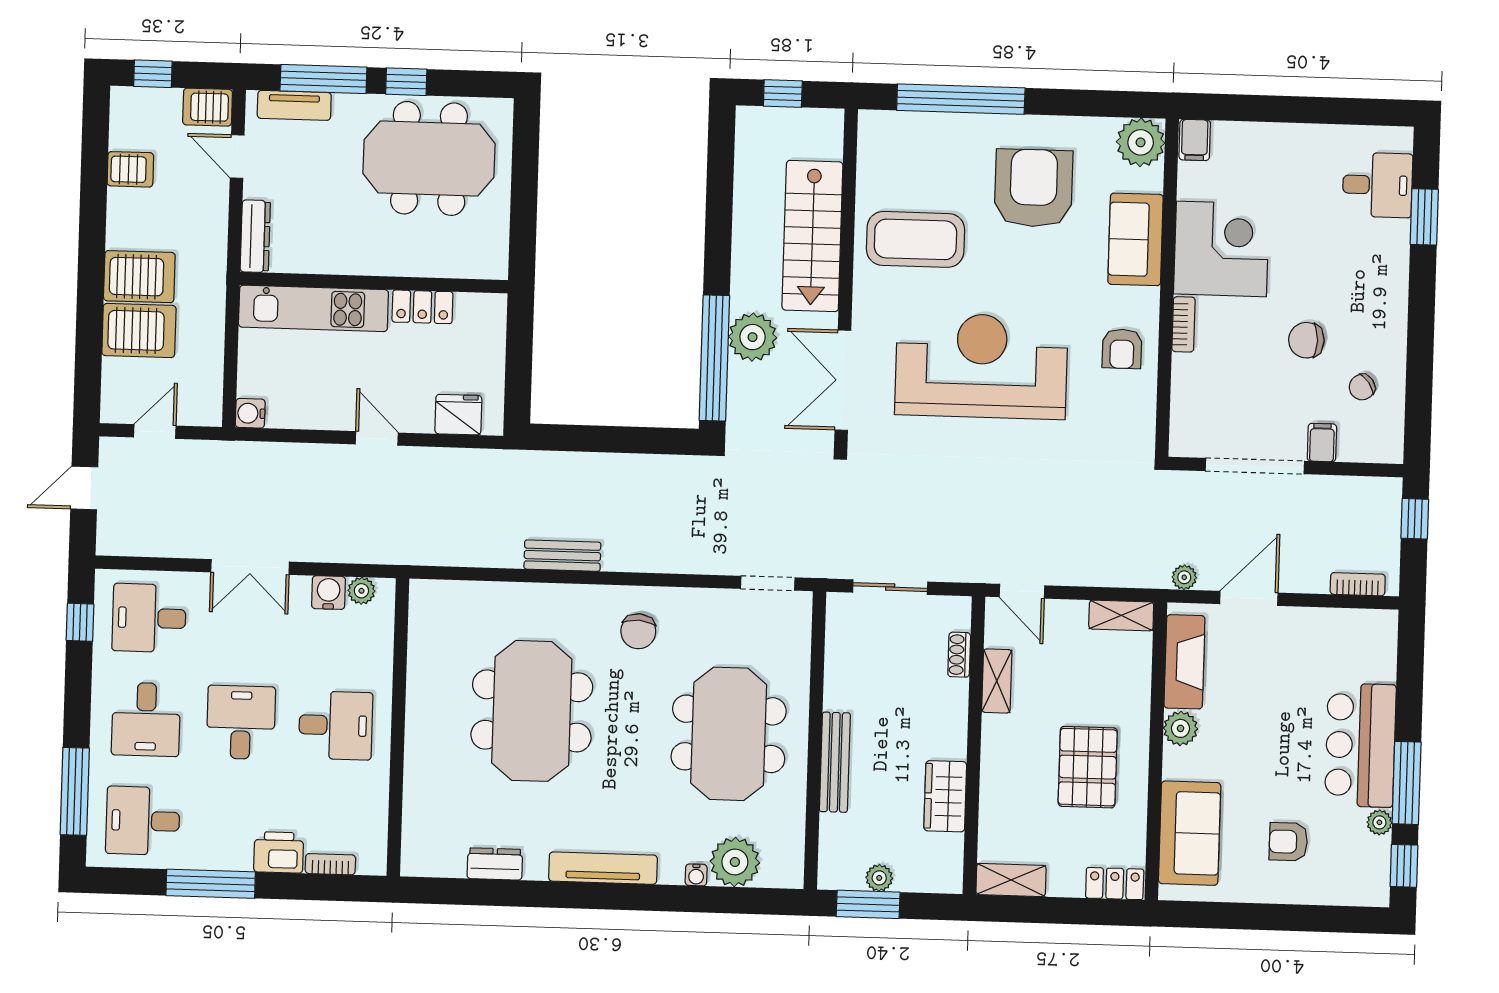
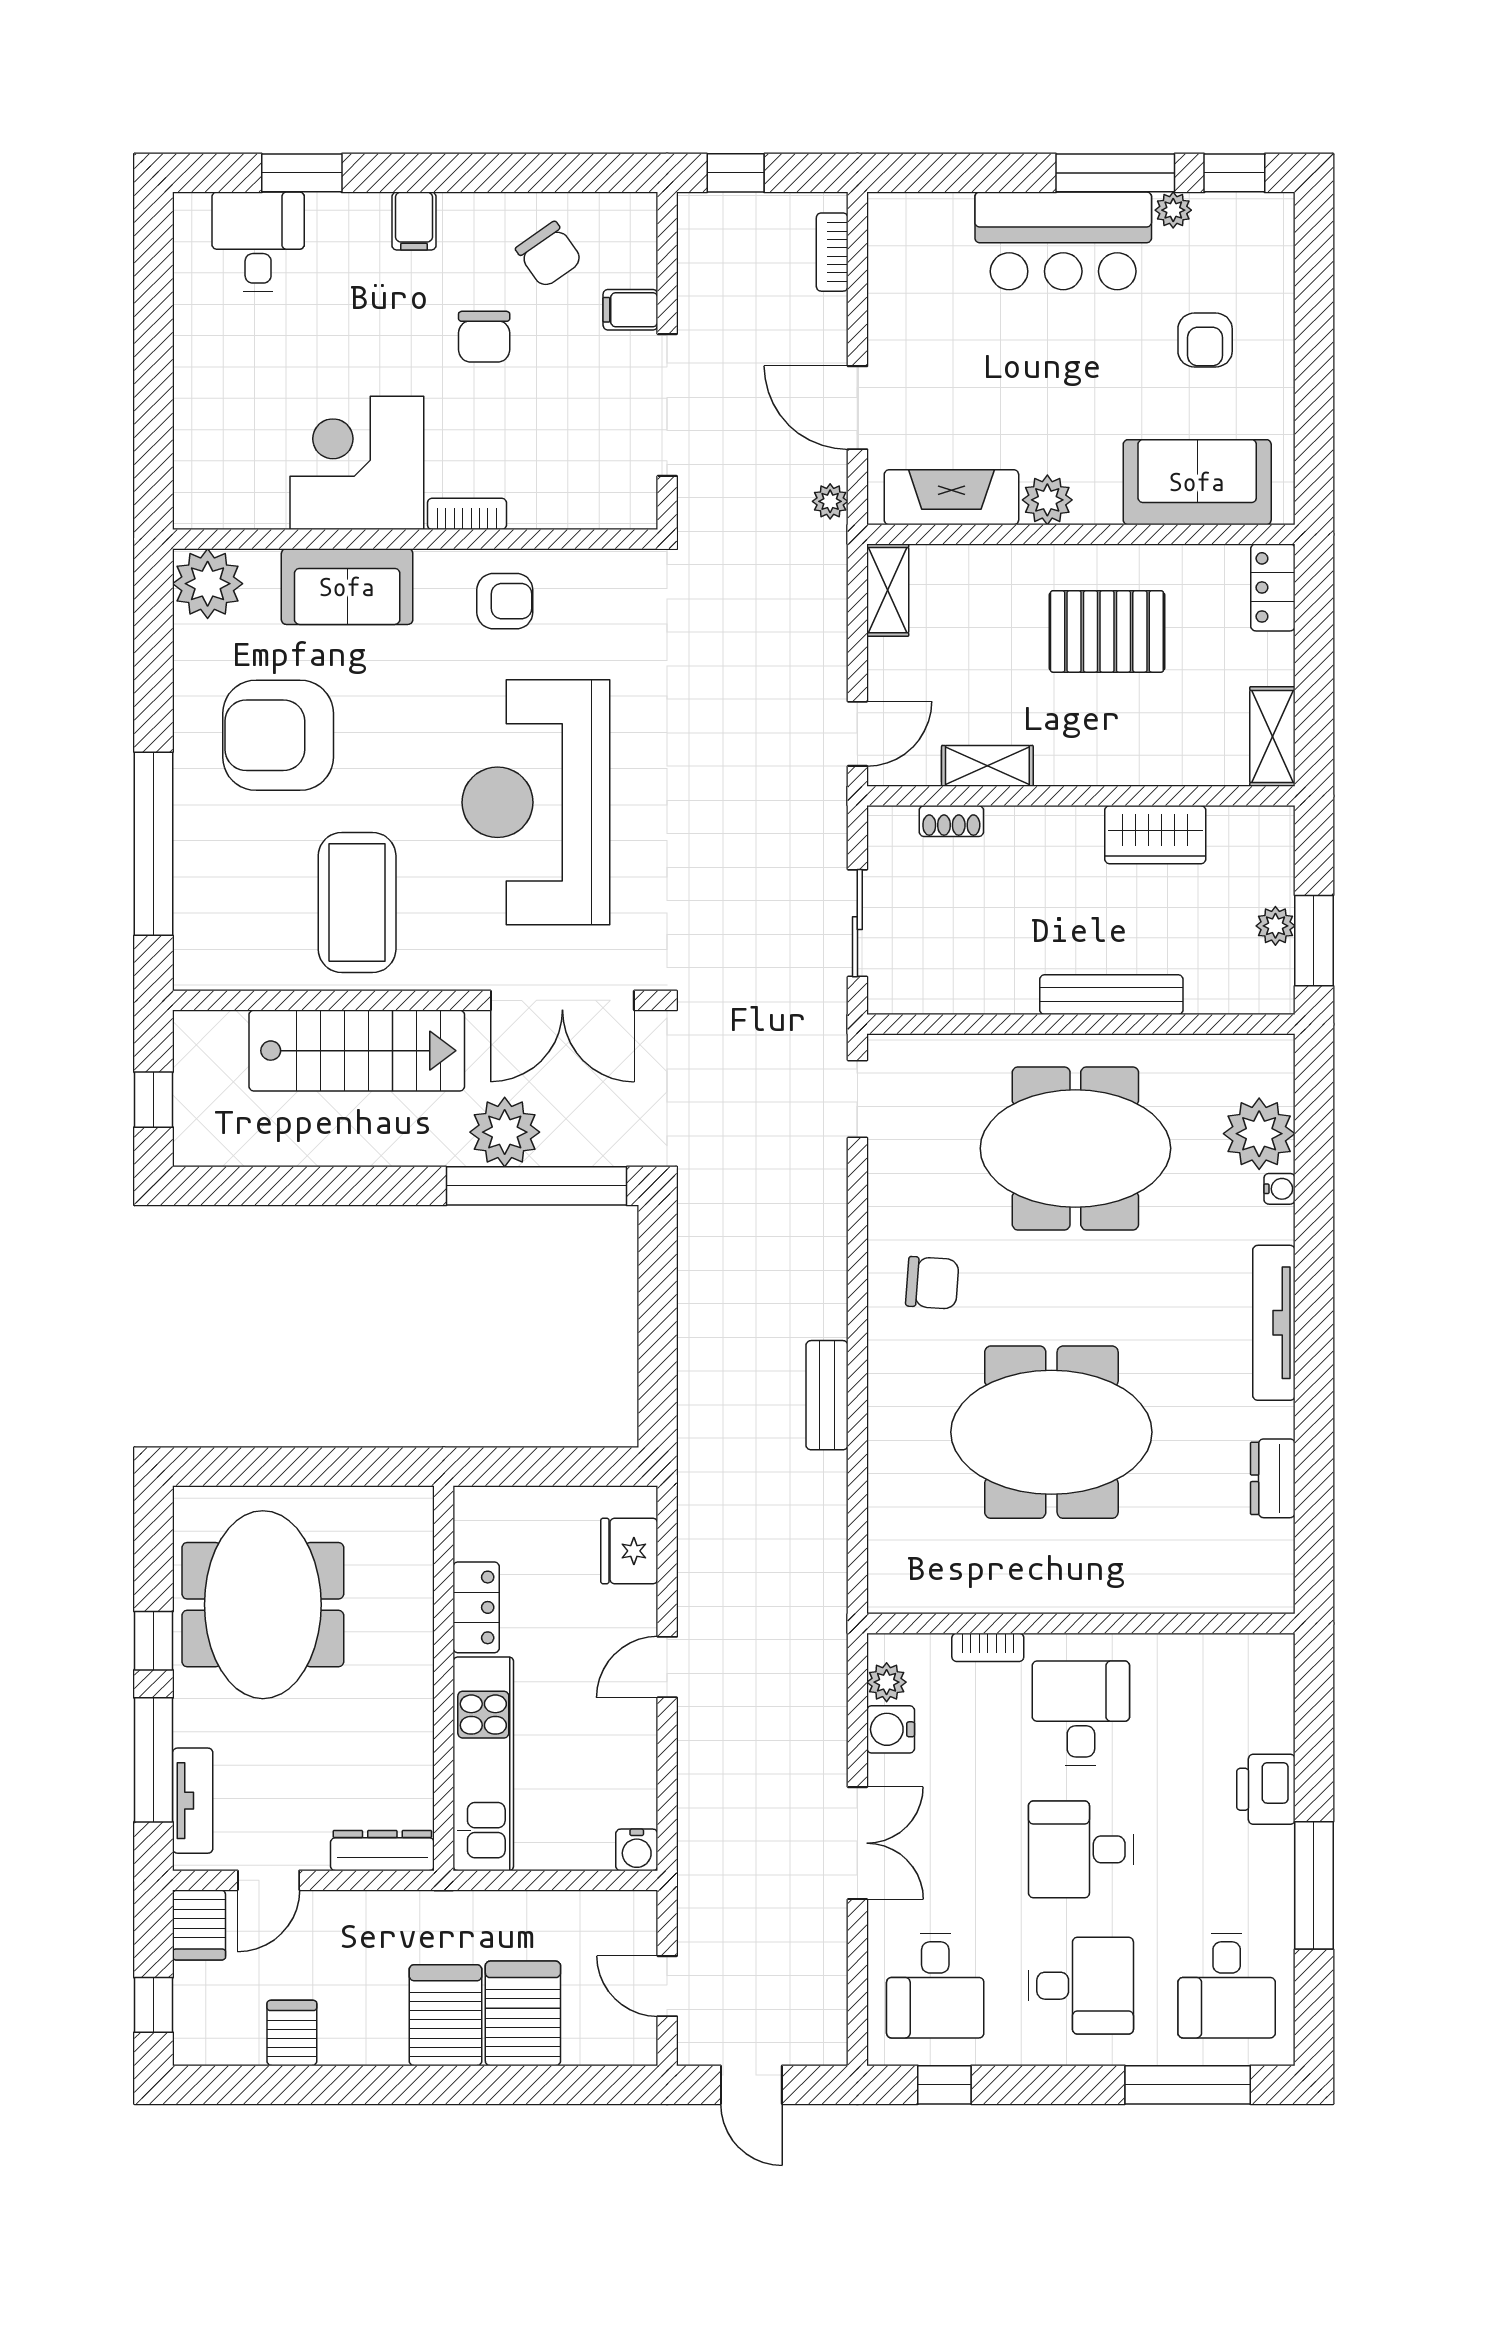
filing cabinet: (1195, 140) -> (414, 221), moved, turned 90
chair: (1362, 387) -> (549, 255), width x1.37, depth x1.37
bookcase: (330, 864) -> (988, 1647), moved, turned -90

